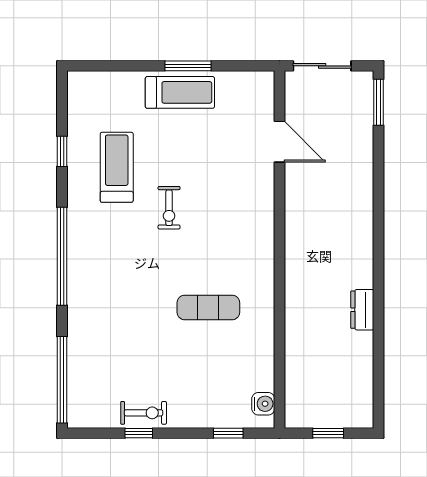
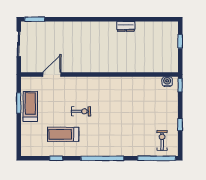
door: (280, 142) -> (52, 74), moved
wall: (280, 250) -> (99, 74), moved
exercise mat: (208, 307) -> (125, 94), removed
water cooler: (263, 404) -> (167, 82), moved
exercise bike: (144, 413) -> (162, 140), moved

